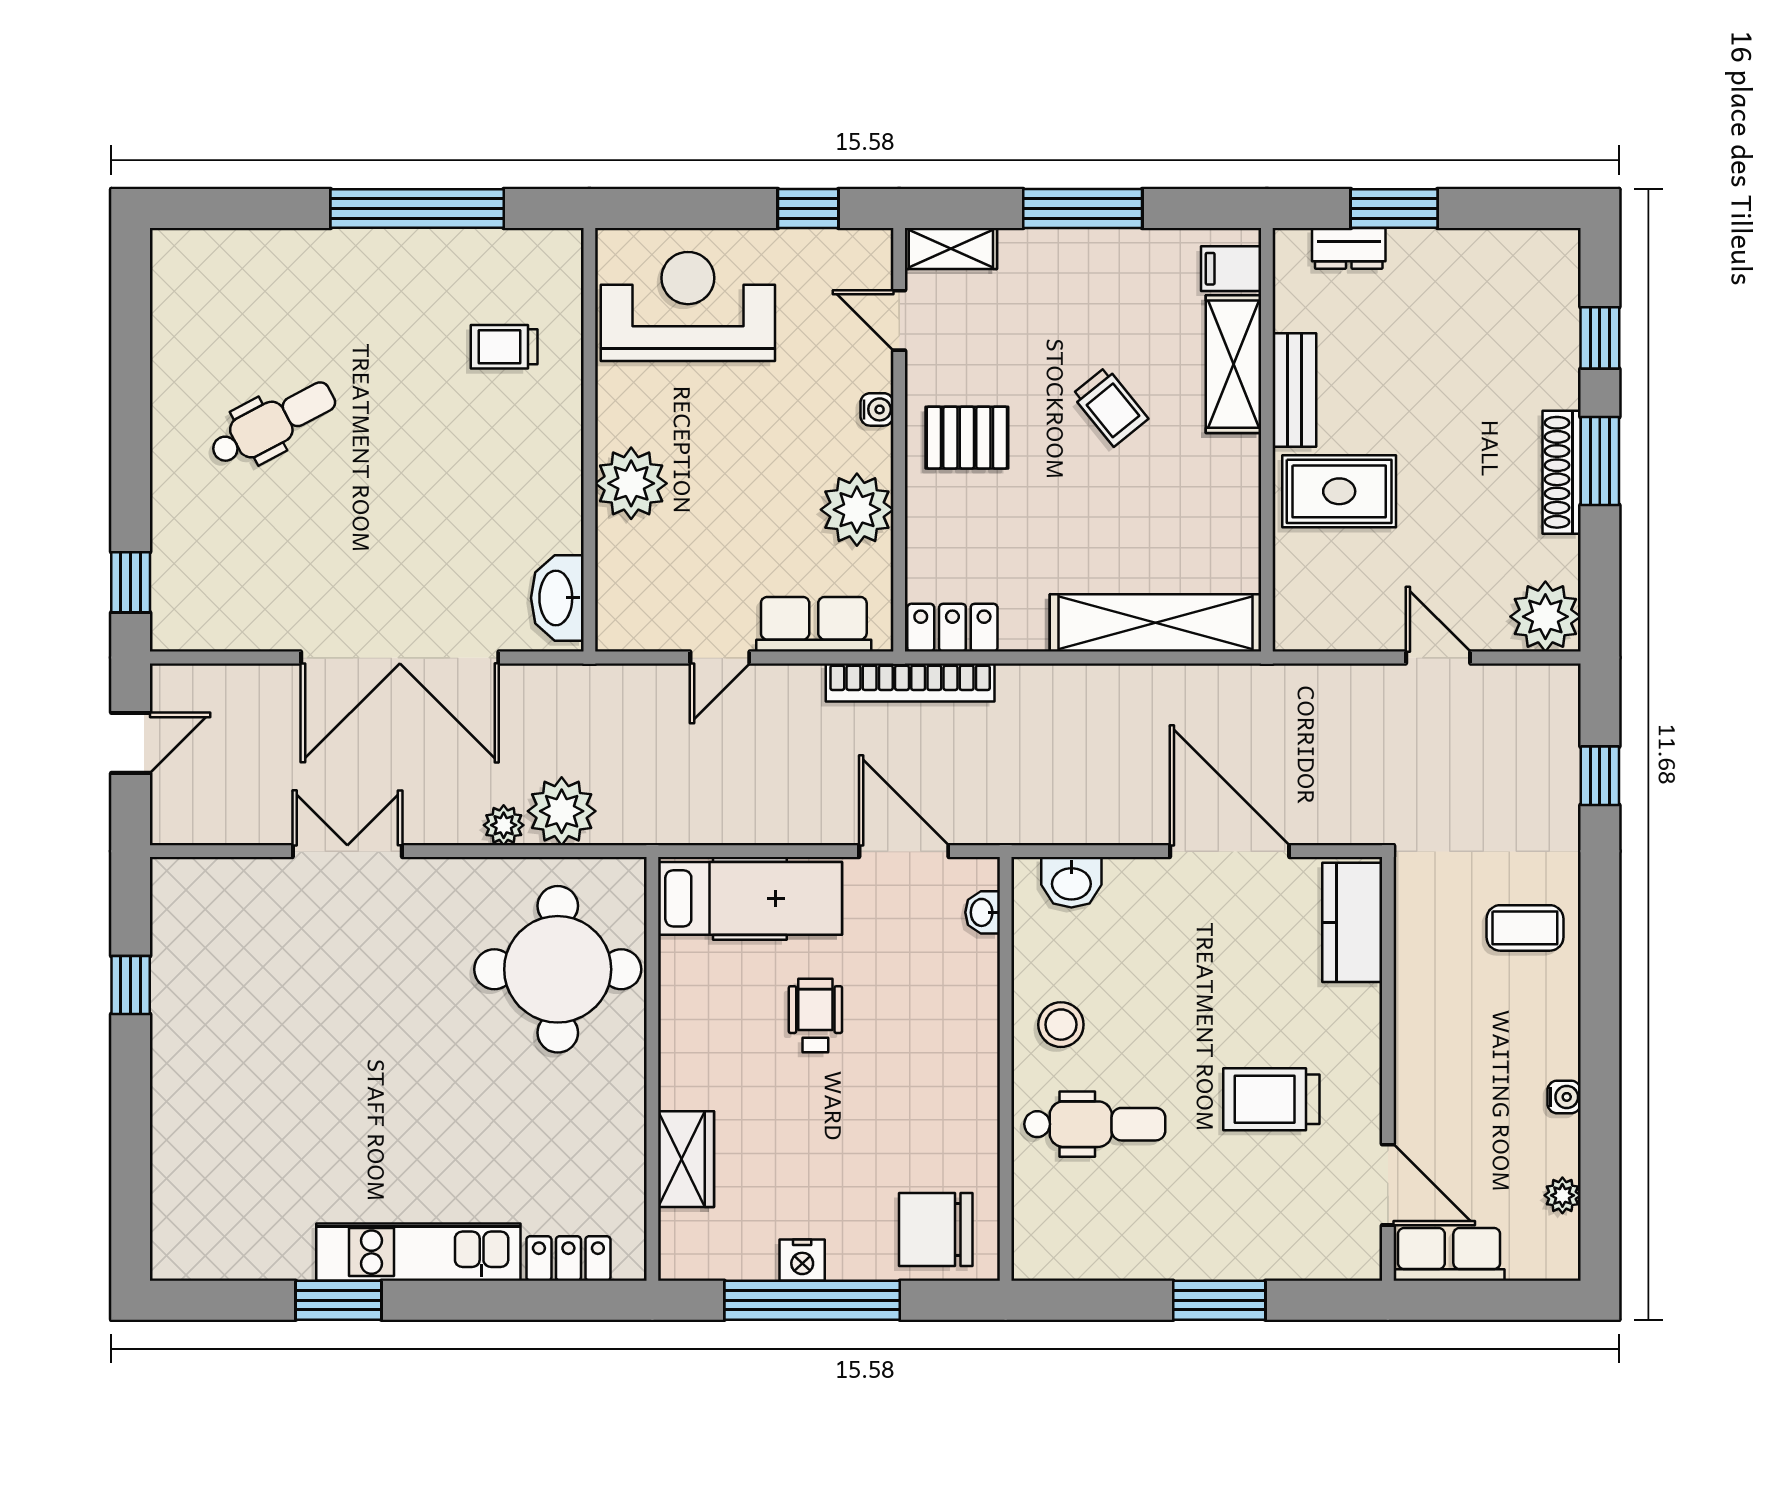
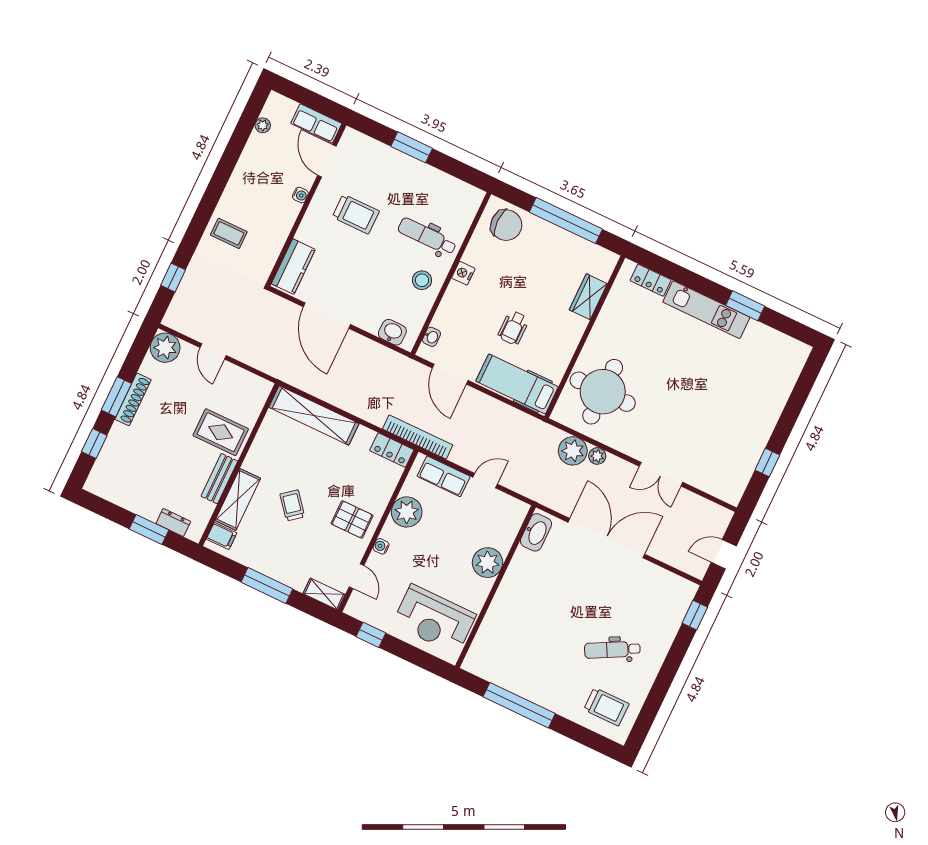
trolley: (504, 347) -> (606, 707), moved, width x1.36, depth x1.39
water cooler: (1564, 1097) -> (300, 195), moved, turned 180
nightstand: (802, 1260) -> (463, 273), moved, turned -90

